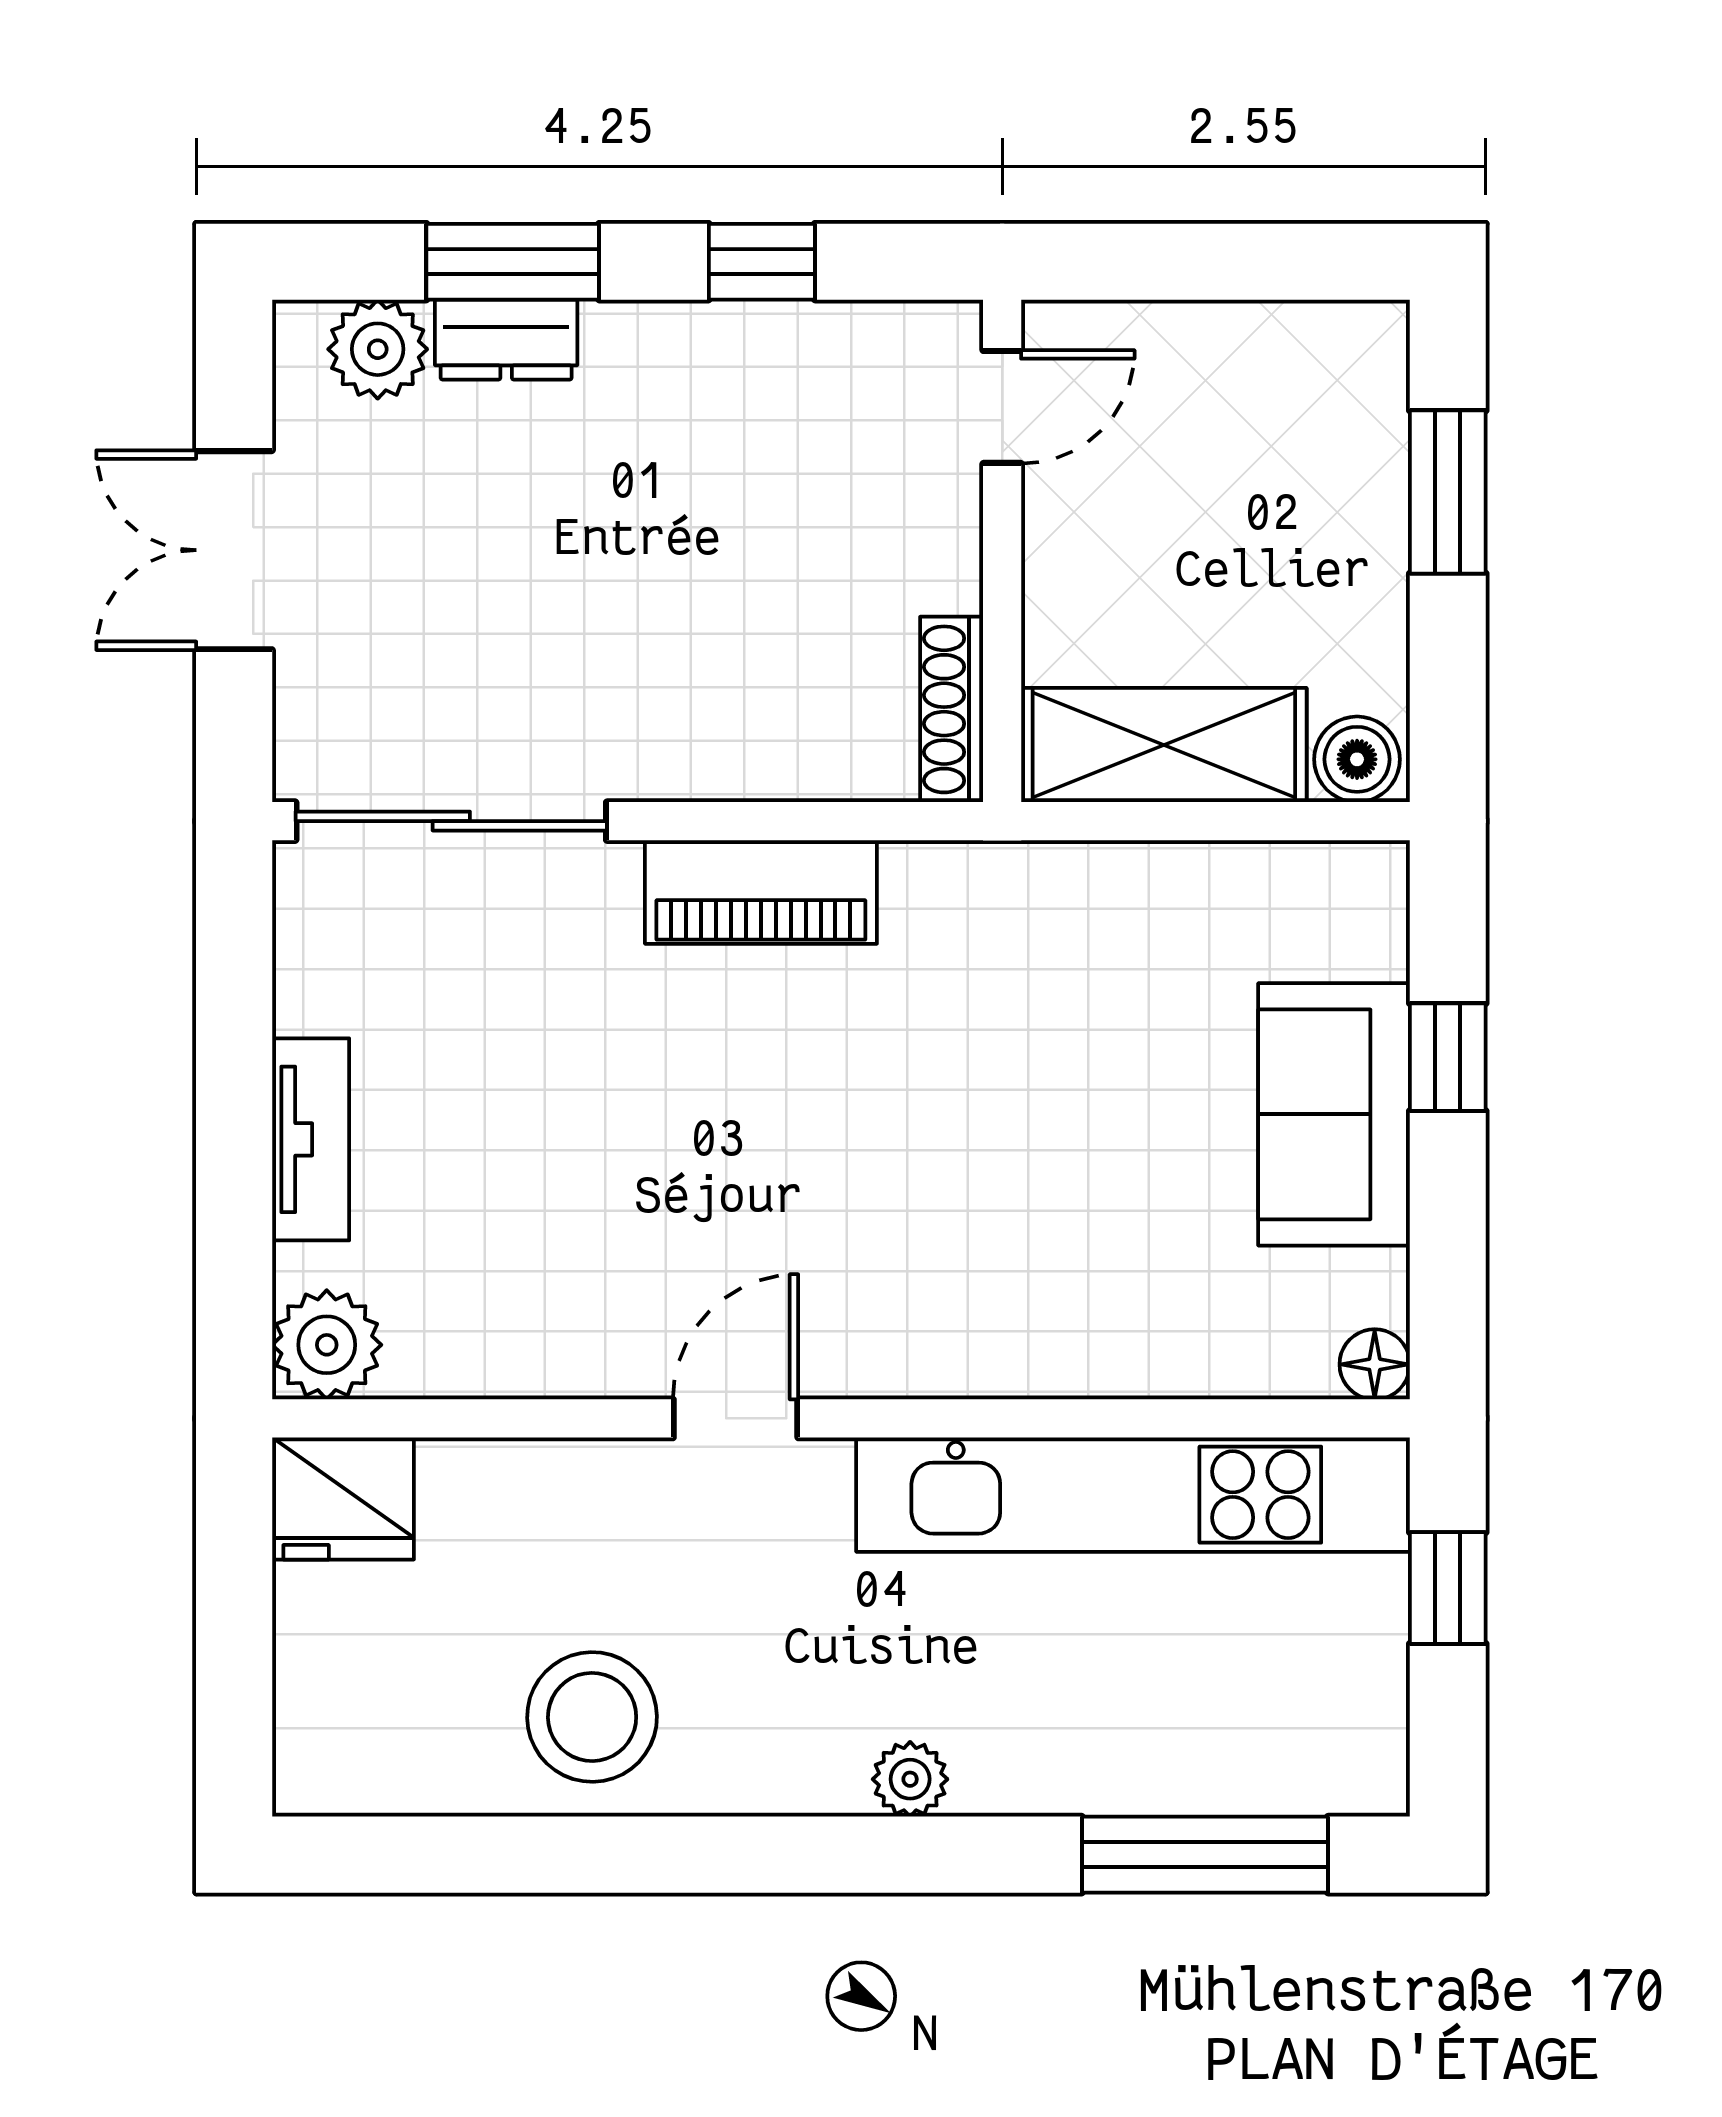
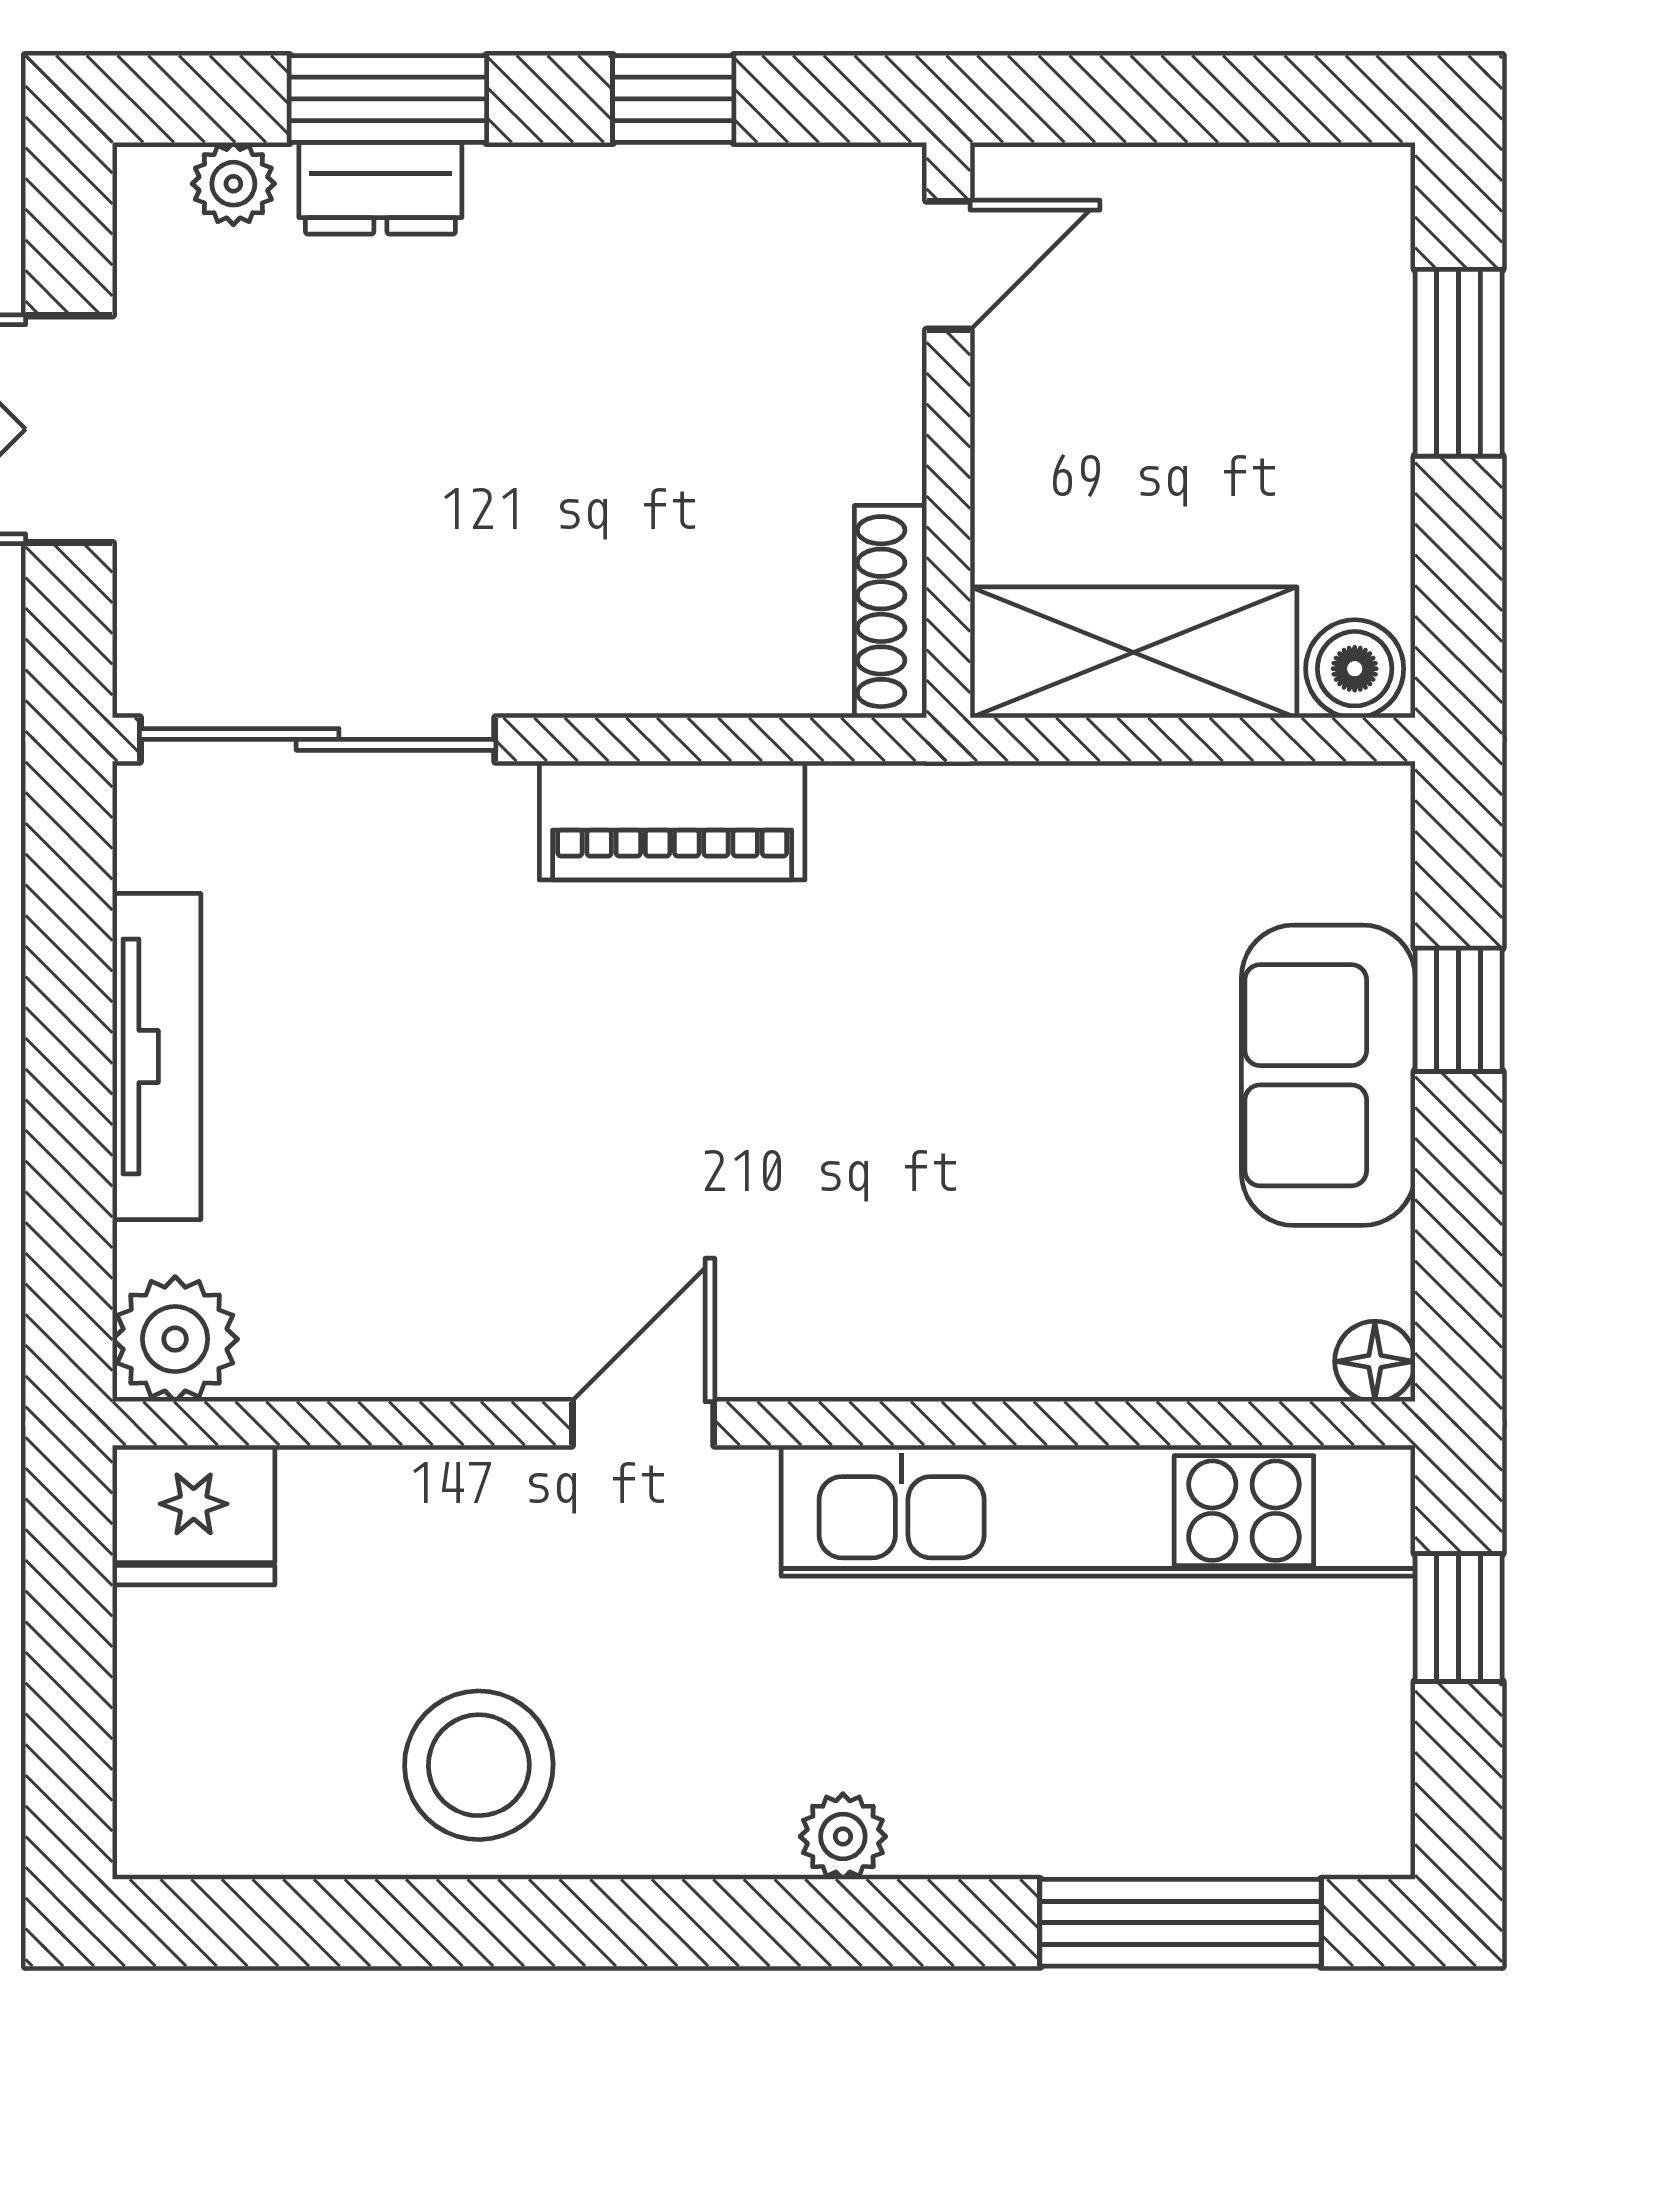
plant: (378, 349) -> (233, 184), width x0.73, depth x0.73
tv unit: (311, 1139) -> (157, 1057), width x1.41

